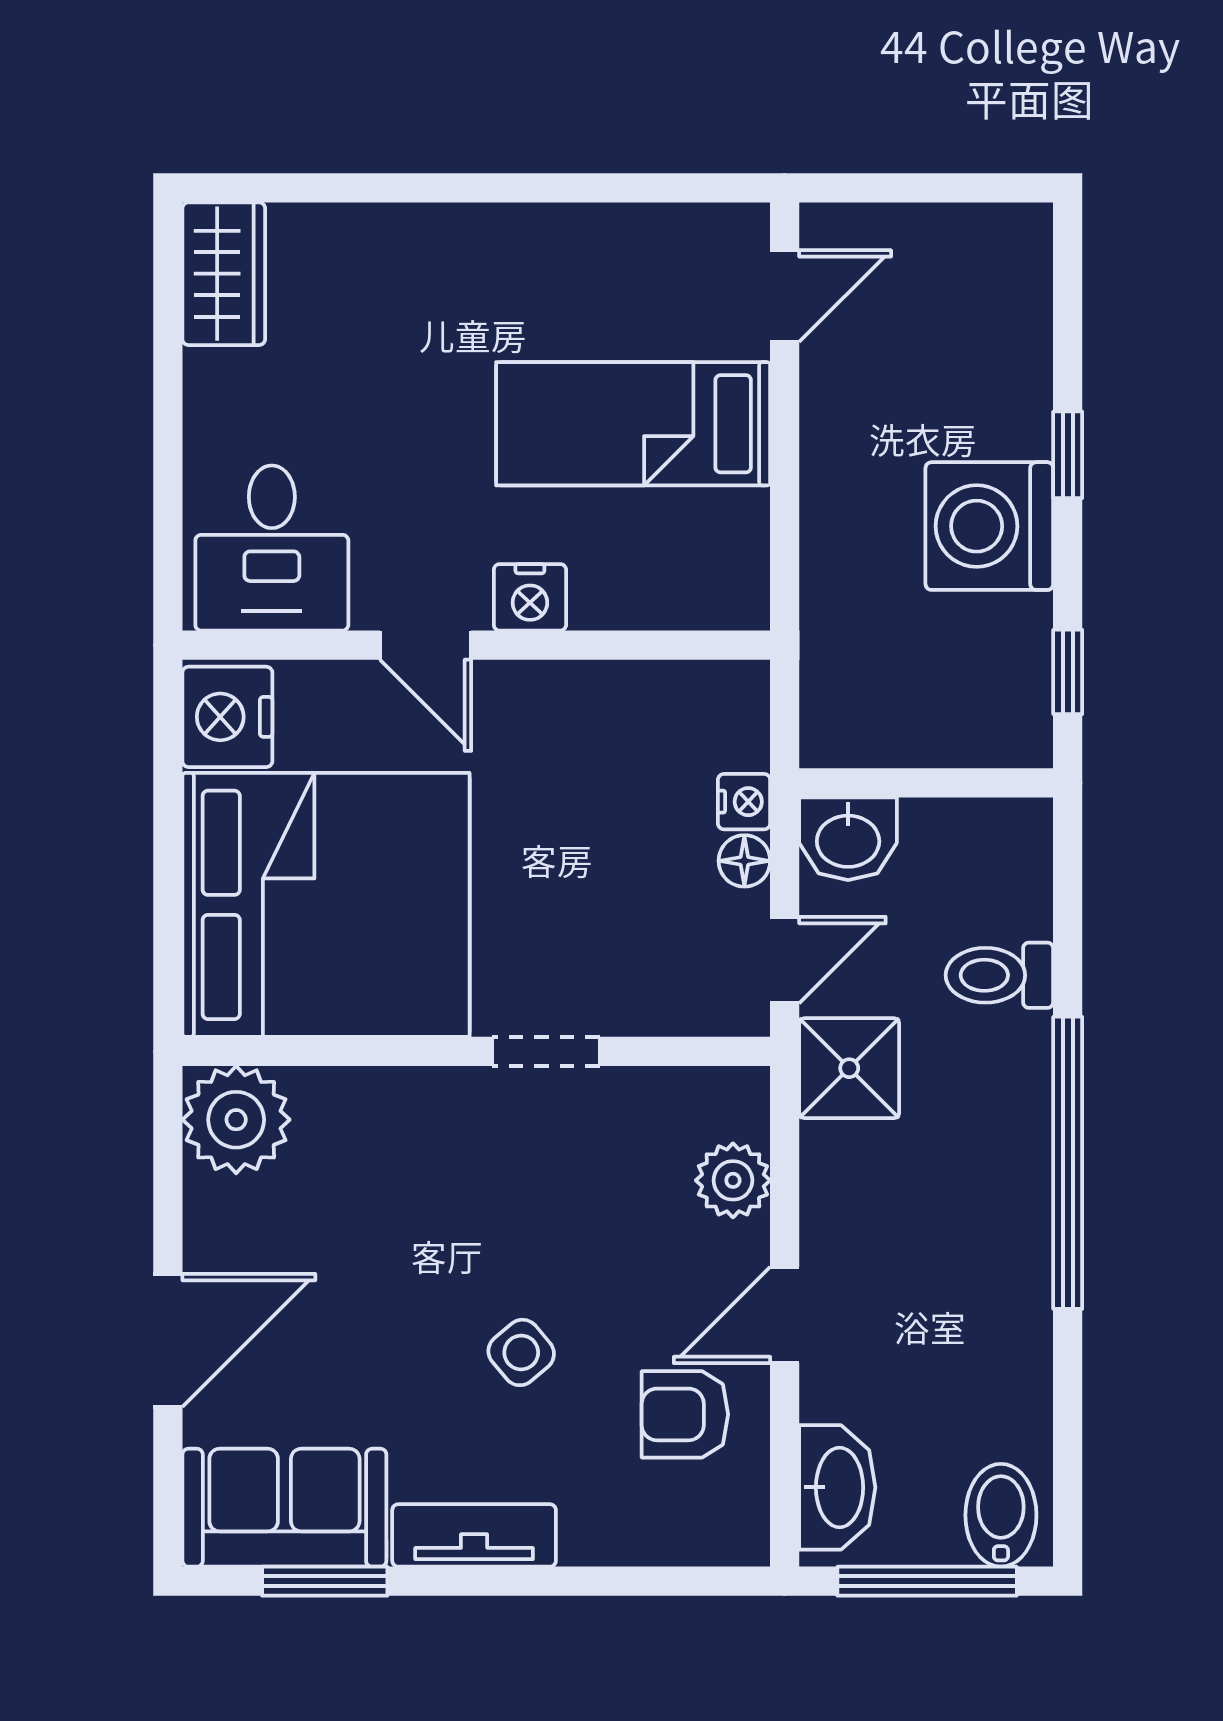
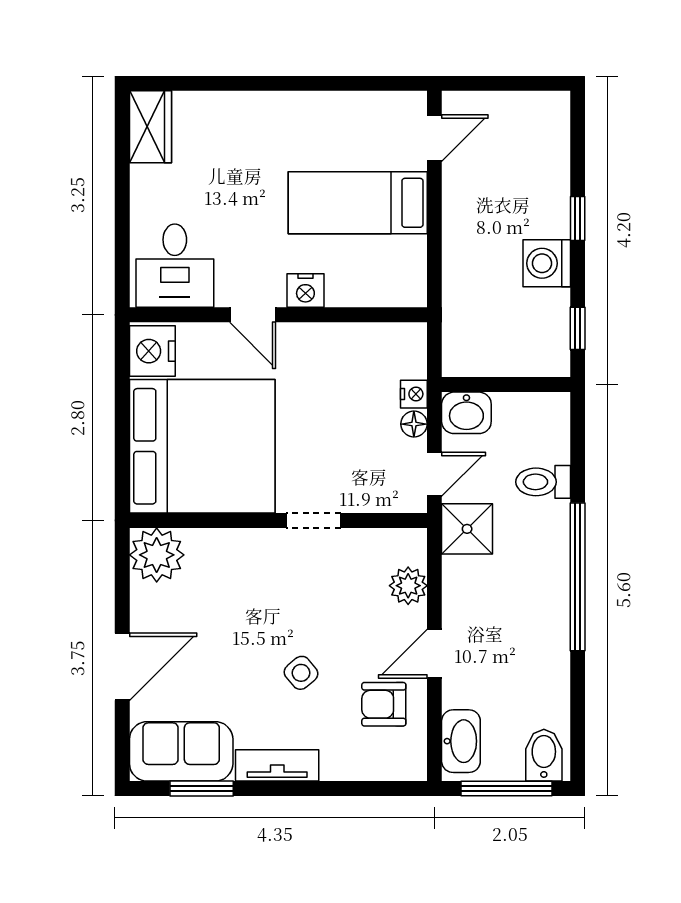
washing machine: (989, 526) -> (547, 263), width x0.73, depth x0.73

